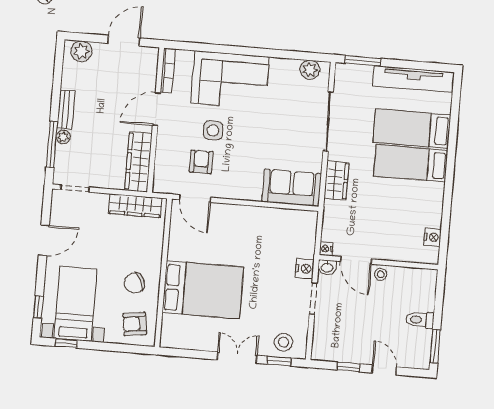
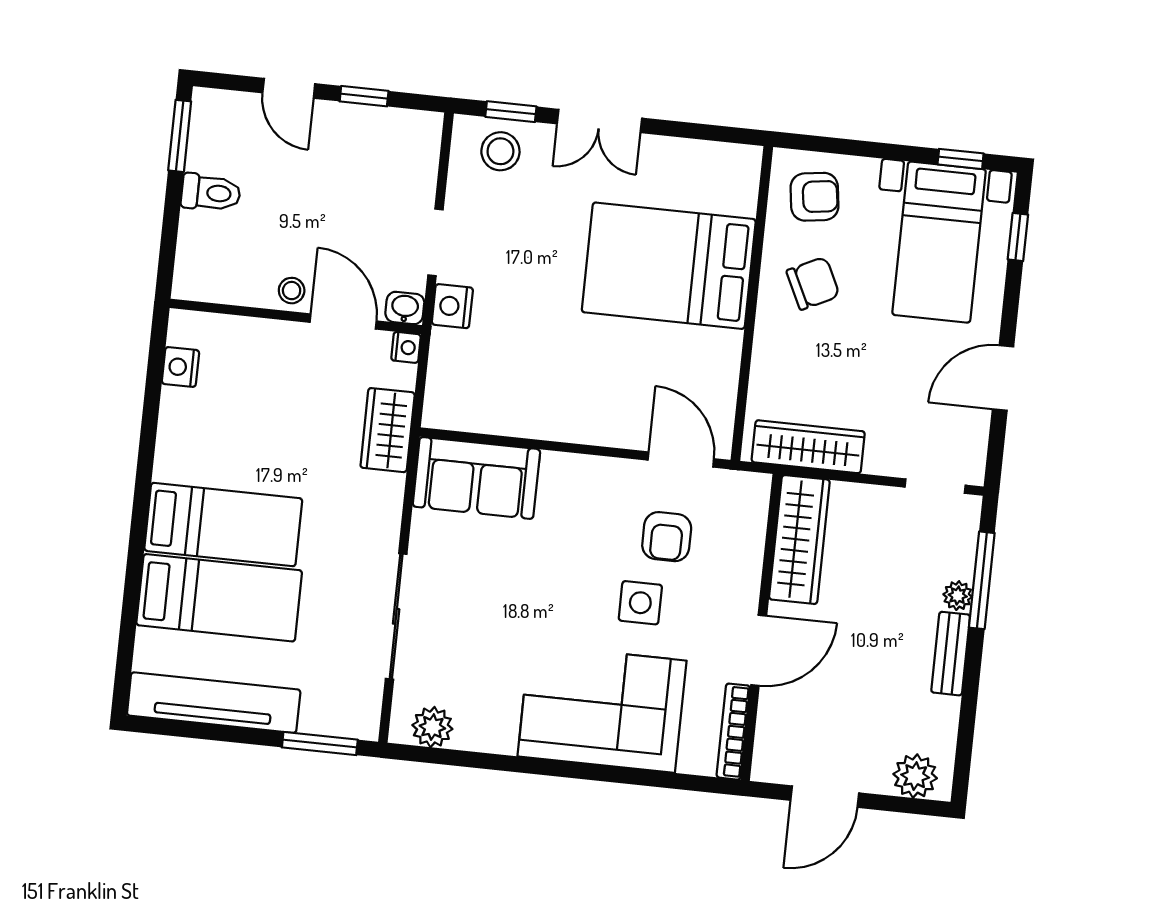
wardrobe: (336, 180) -> (388, 430), moved

